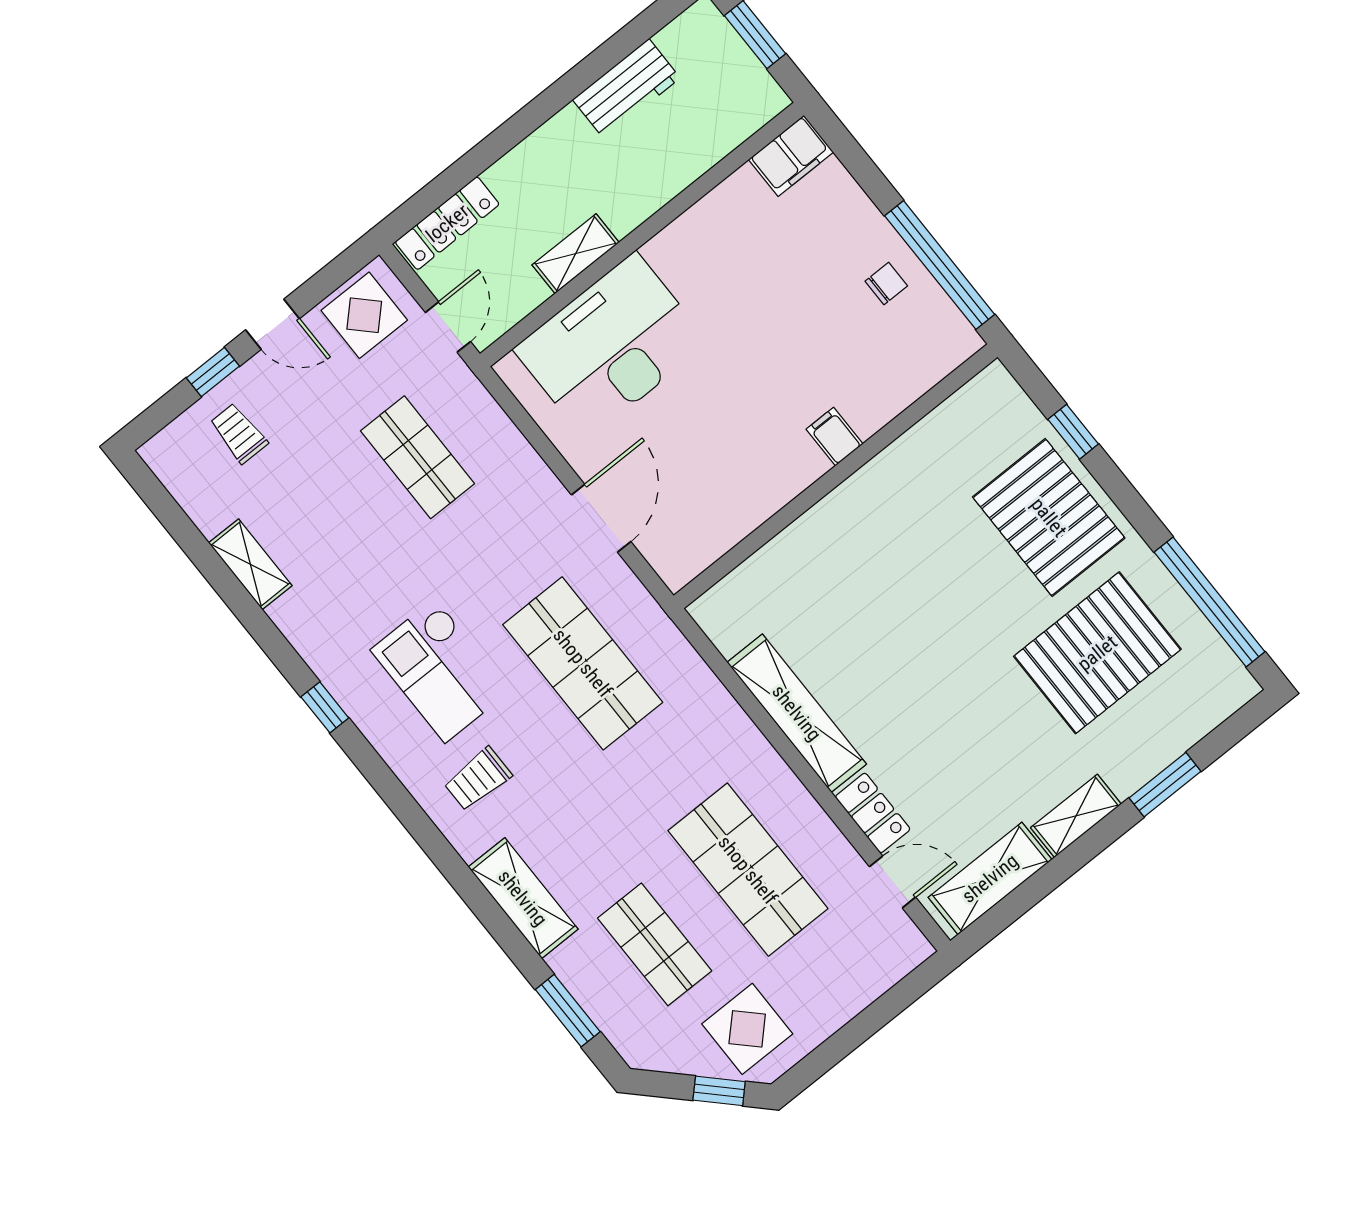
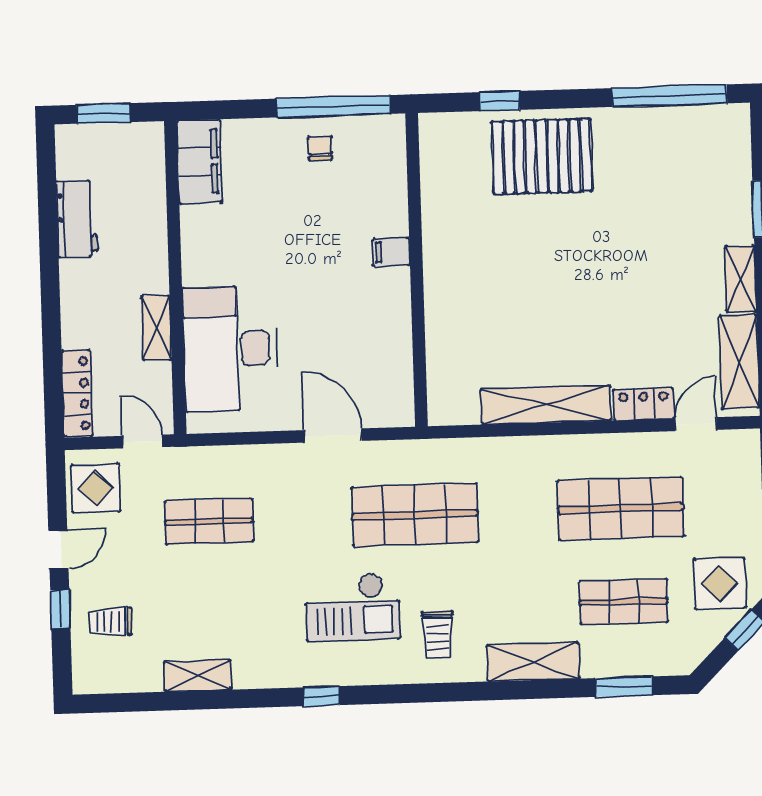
filing cabinet: (791, 156) -> (199, 161), width x1.50, depth x1.17
pallet: (1097, 653) -> (649, 189), removed

